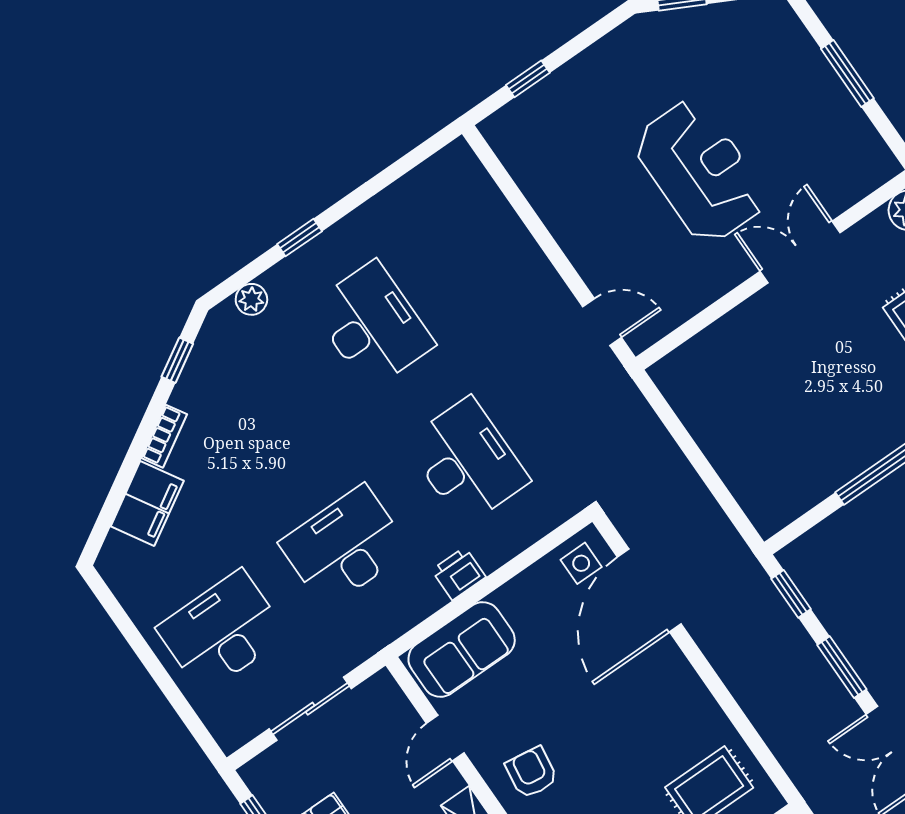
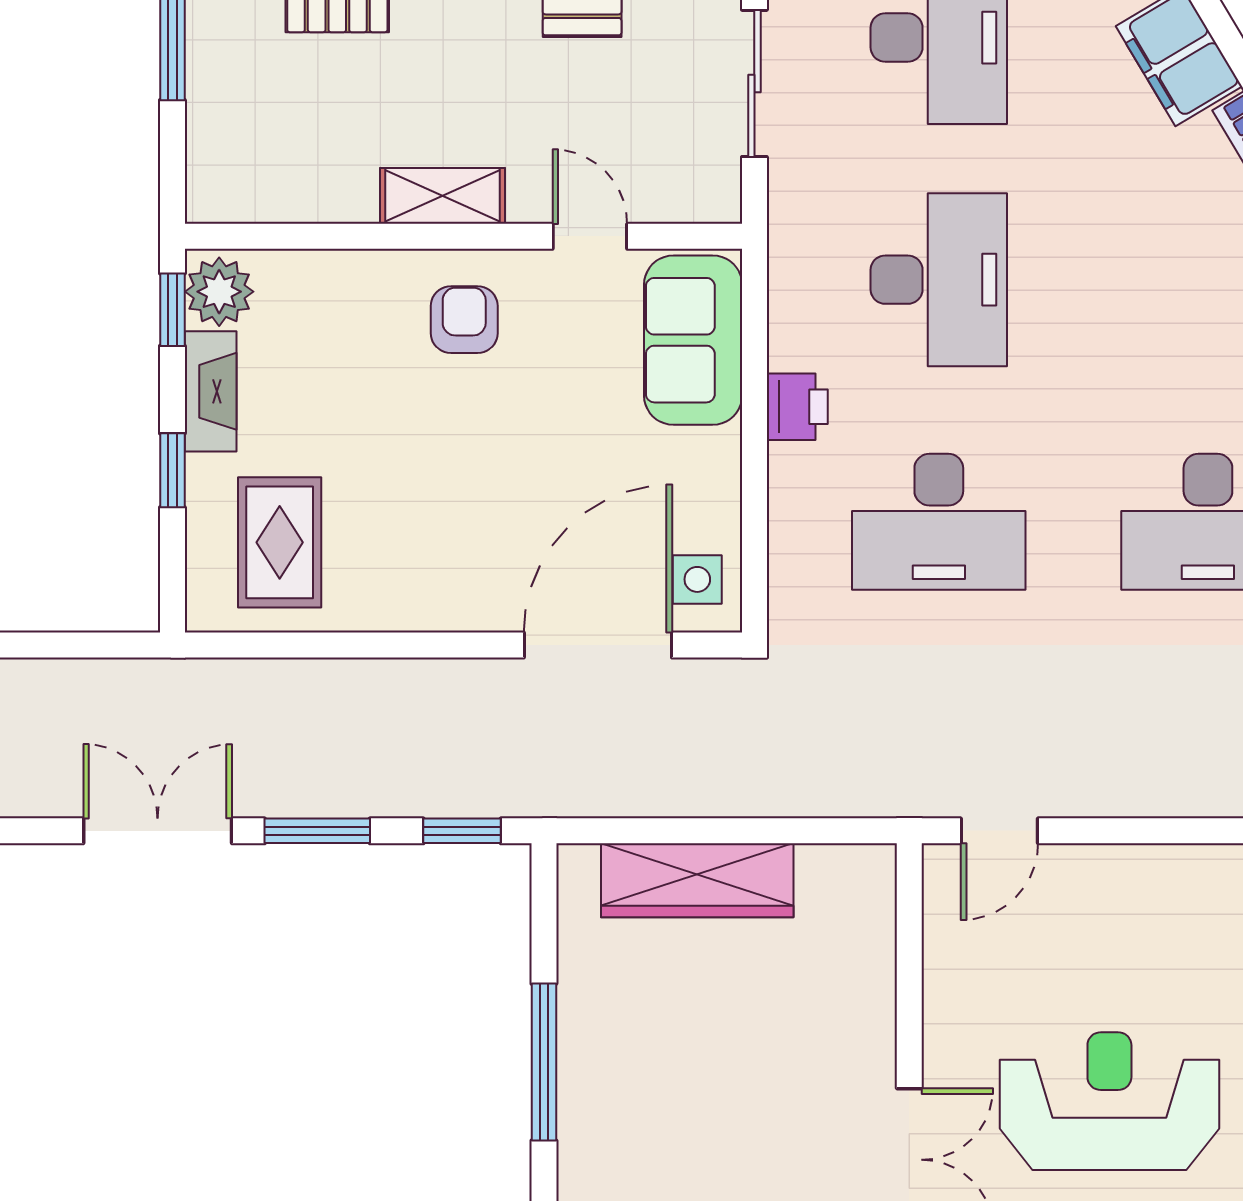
reception desk: (700, 171) -> (1109, 1101), turned 180
wardrobe: (733, 458) -> (697, 880), added
door: (649, 590) -> (598, 645), hinge flipped
armchair: (532, 772) -> (464, 320), turned -98

